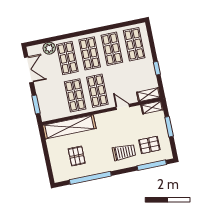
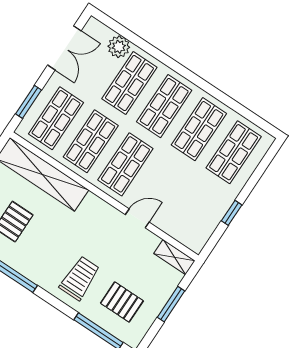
shelving: (149, 95) -> (186, 236), removed
shop shelf: (53, 100) -> (56, 118), added
door: (123, 107) -> (137, 218), hinge flipped
trolley: (124, 152) -> (80, 278), turned -90

